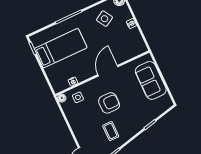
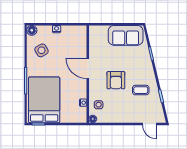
bed: (61, 48) -> (44, 100), width x1.50
sofa: (151, 80) -> (126, 35), moved
armchair: (109, 103) -> (116, 80), turned 180

